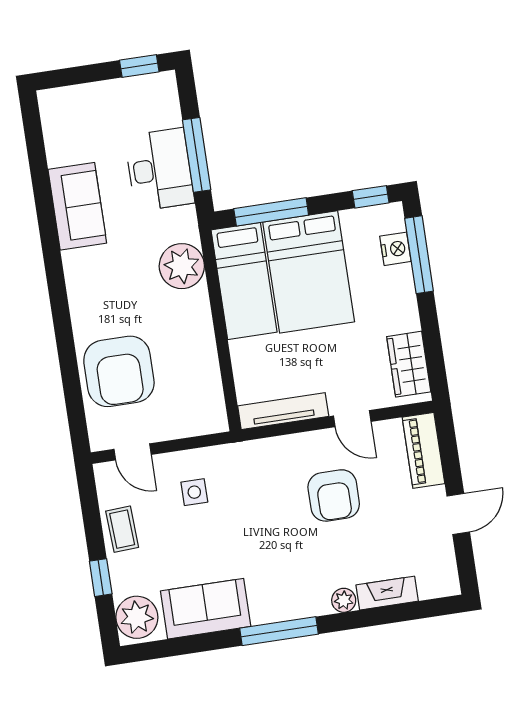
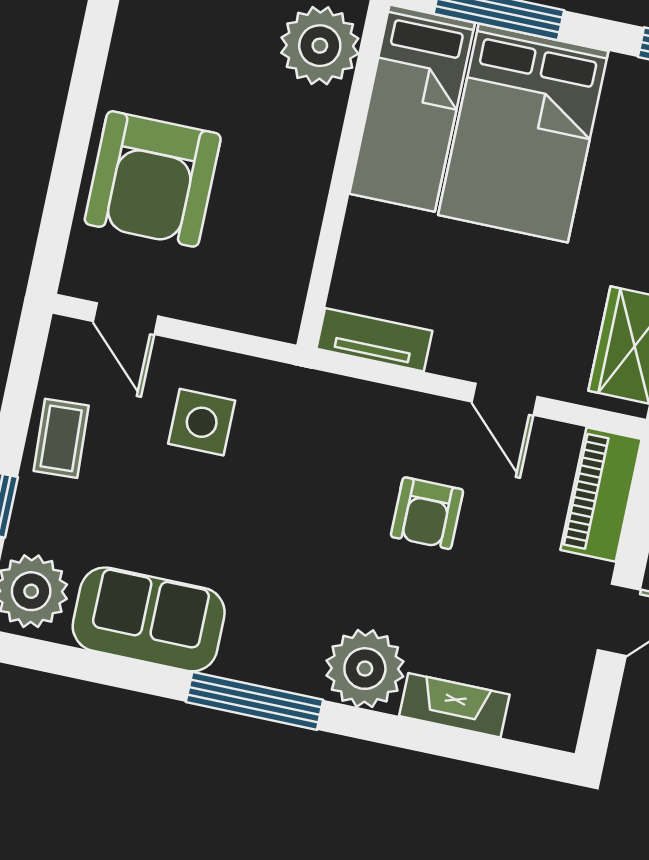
tv unit: (283, 411) -> (374, 340), width x0.71
side table: (194, 492) -> (202, 422), width x1.37, depth x1.37
armchair: (334, 495) -> (427, 513), width x0.72, depth x0.72
plant: (344, 600) -> (365, 669), width x1.88, depth x1.88

